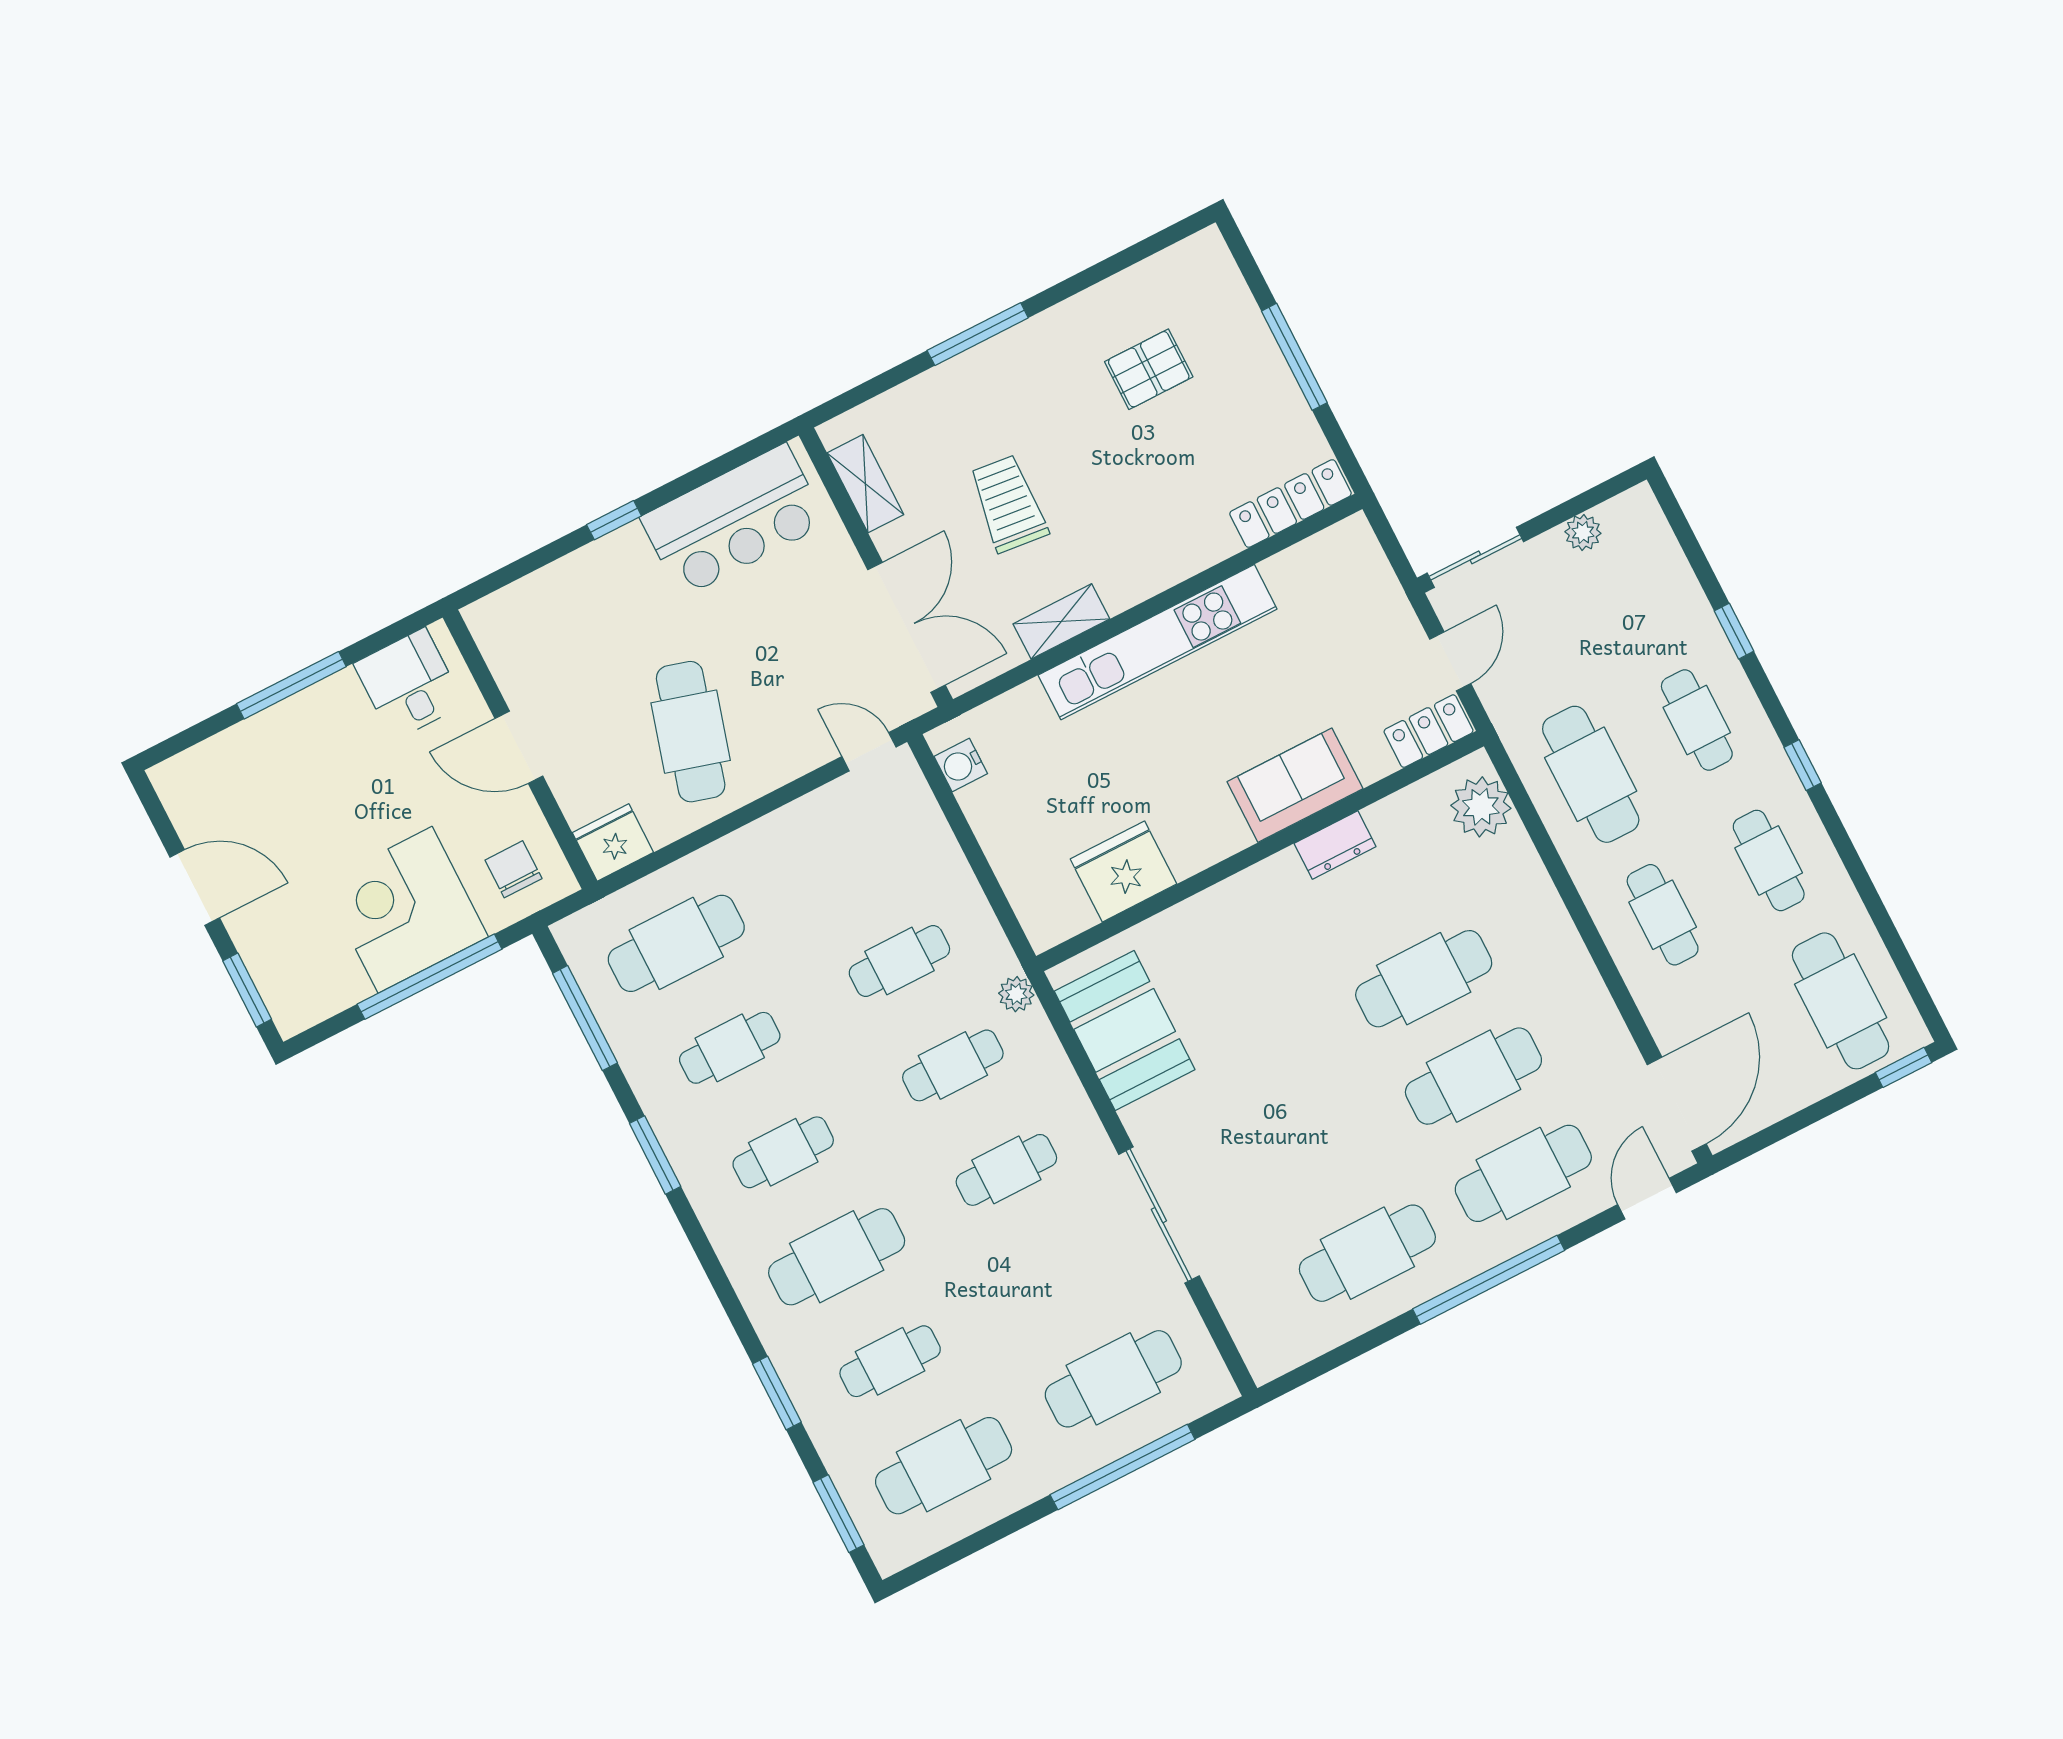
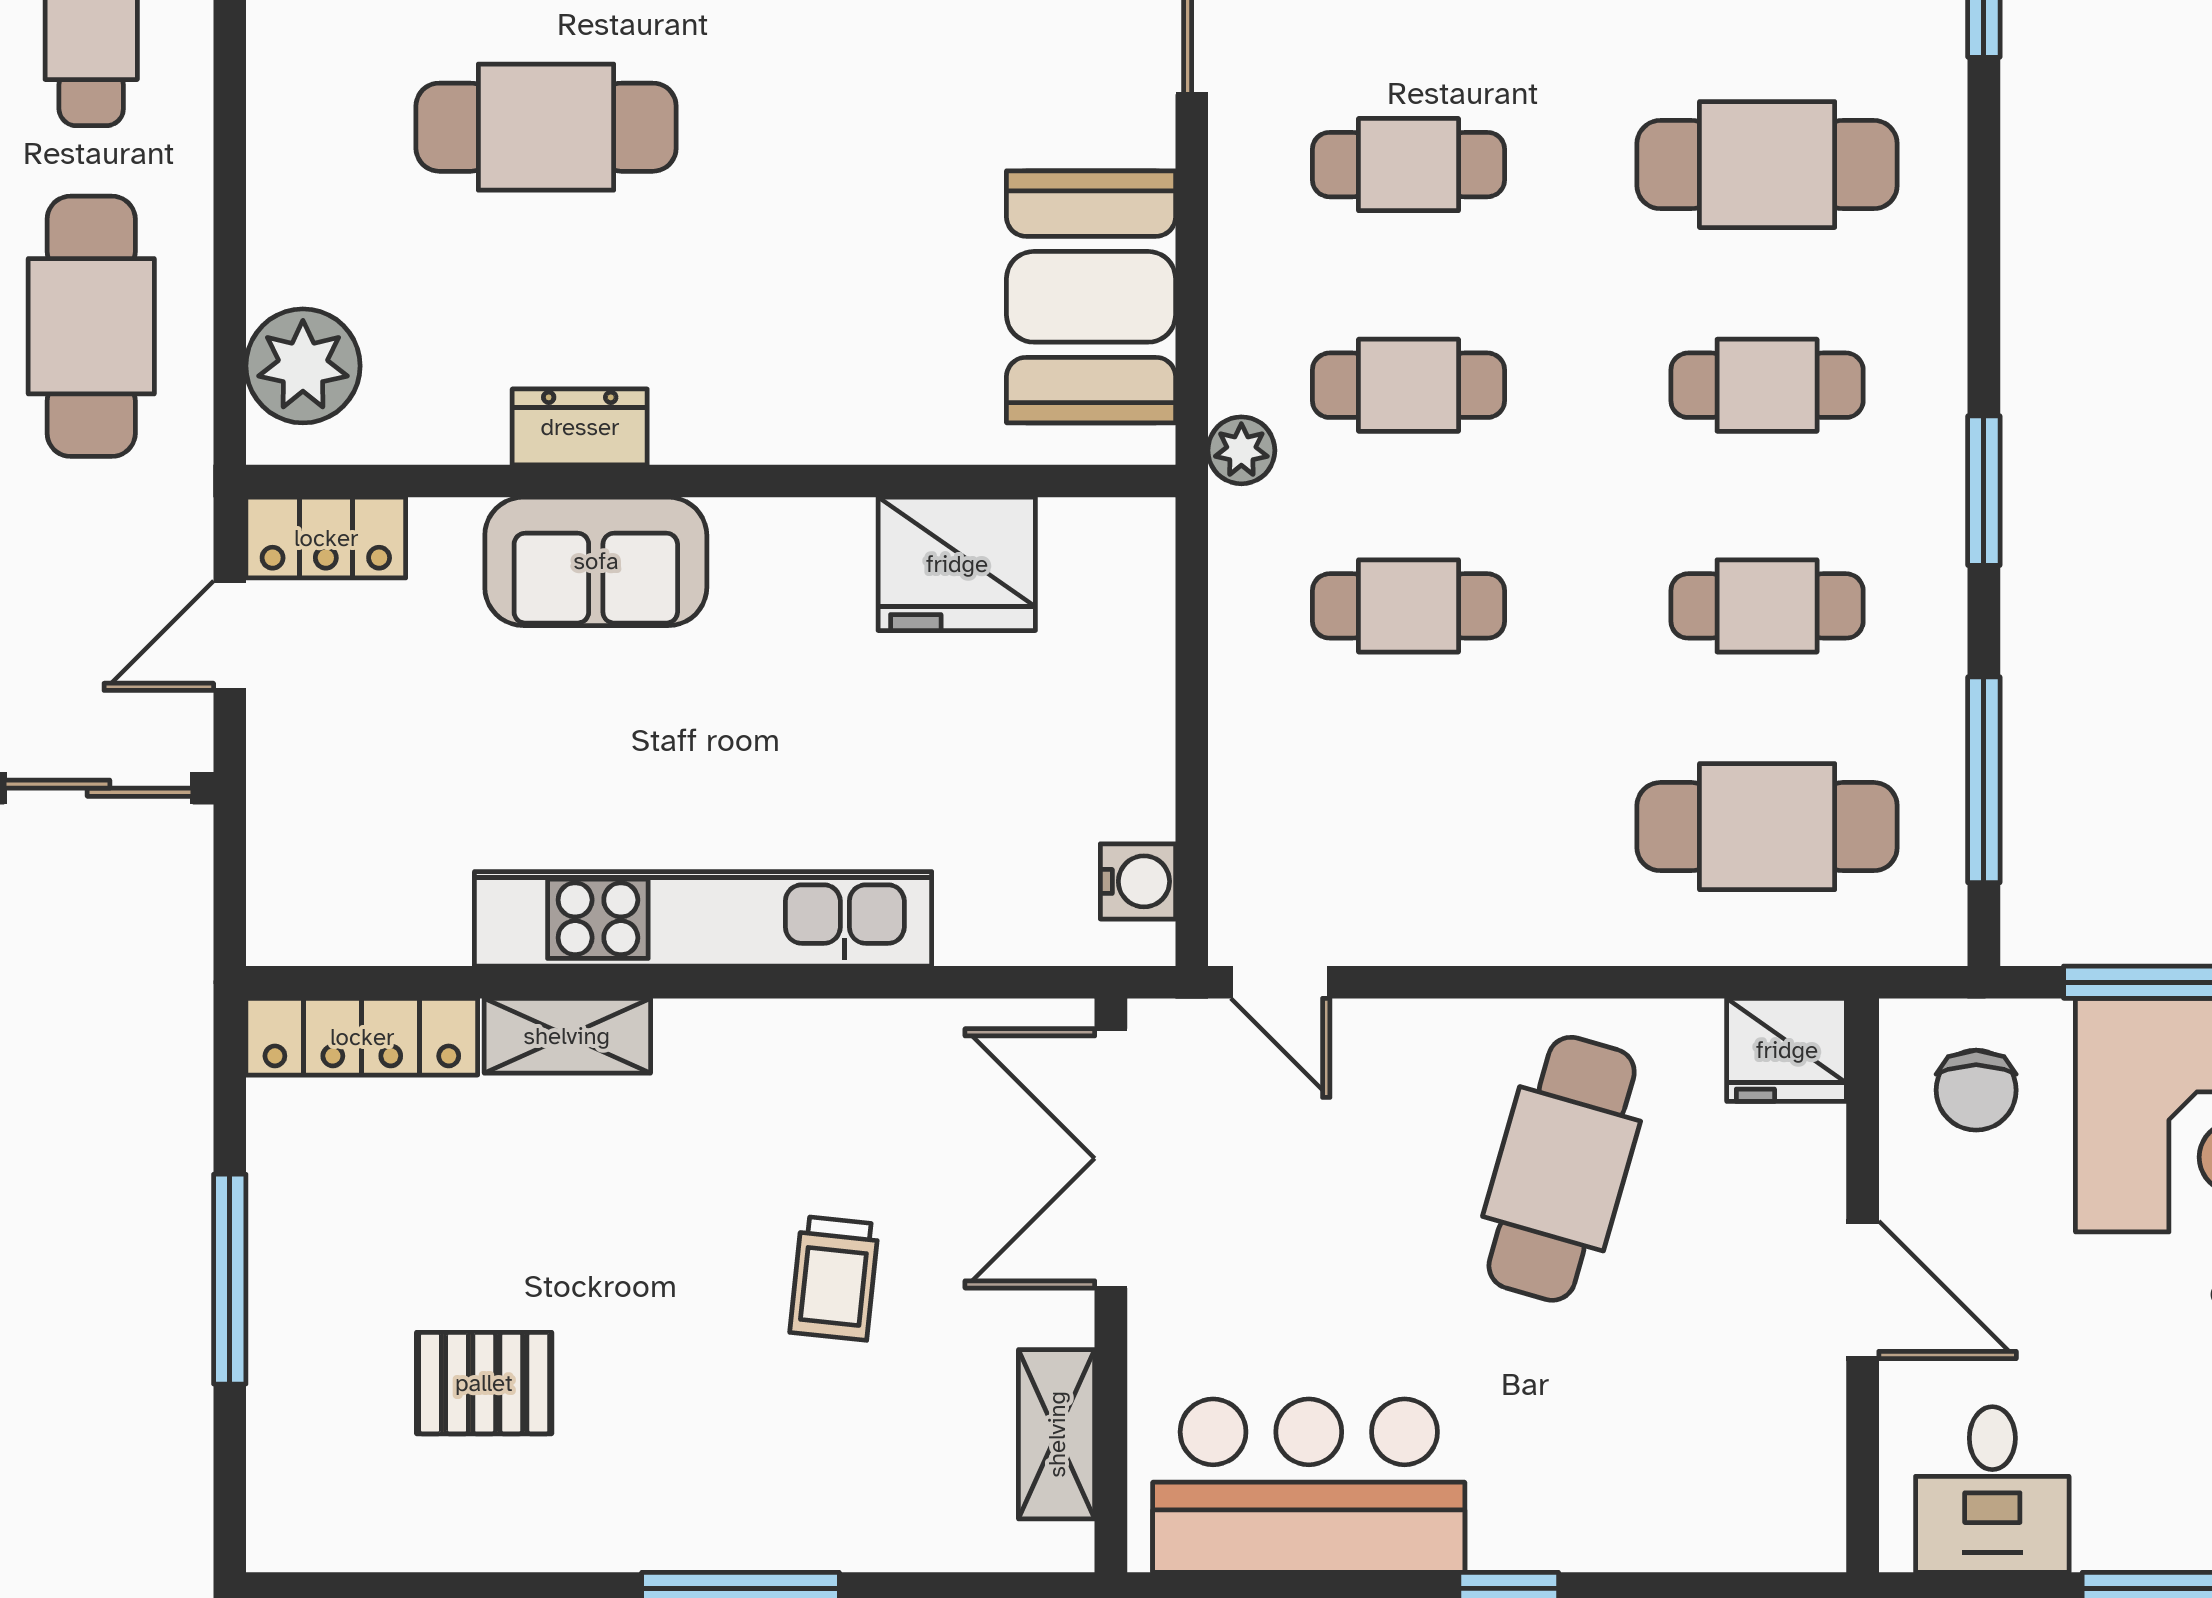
trolley: (1008, 504) -> (834, 1278), width x0.73, depth x0.72
shelving: (1061, 621) -> (567, 1036), moved

